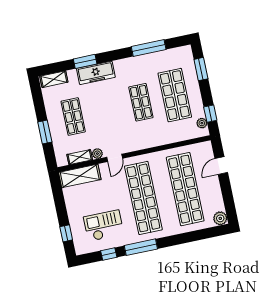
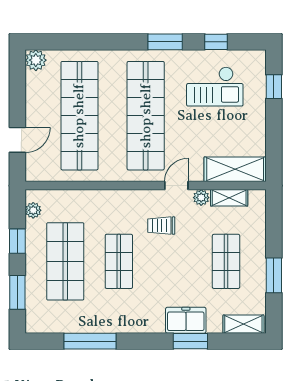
freezer: (96, 73) -> (186, 320), width x0.71
window: (210, 114) -> (17, 241), moved
trolley: (119, 131) -> (161, 226), added
window: (45, 132) -> (274, 275), moved
window: (141, 247) -> (165, 42), width x0.69

